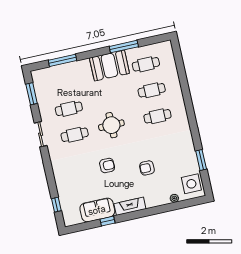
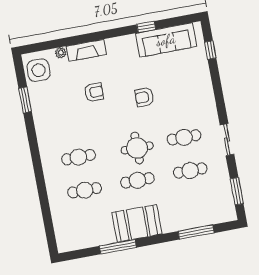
cafe table: (146, 64) -> (137, 180), moved
fireplace: (130, 206) -> (86, 50), moved
sofa: (97, 210) -> (166, 40), width x1.36

